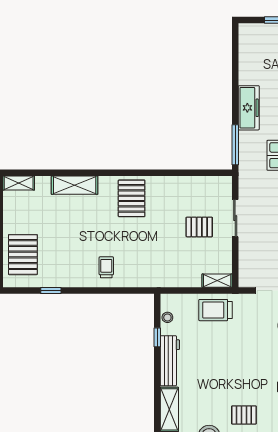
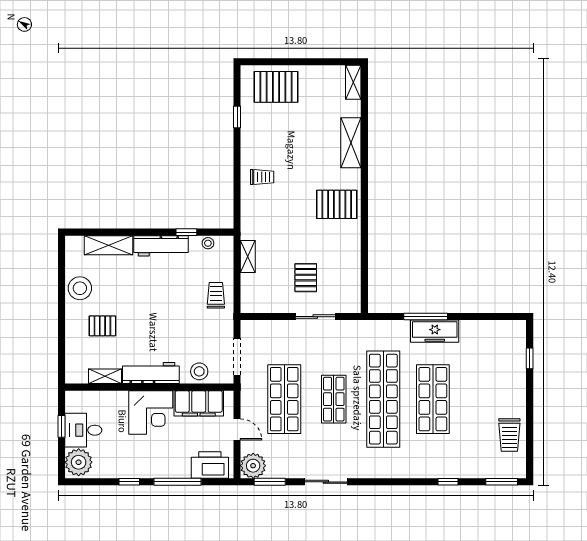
window: (235, 145) -> (426, 317), moved
shelving: (217, 281) -> (248, 257), moved
trolley: (216, 310) -> (216, 295), width x0.73, depth x0.72
pallet: (244, 415) -> (102, 326), turned 90

